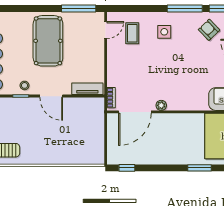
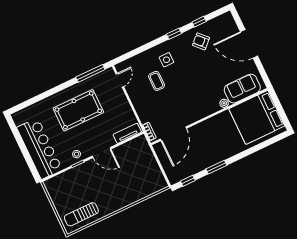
window: (185, 8) -> (174, 34), width x0.46
coffee table: (132, 33) -> (157, 81), moved
pool table: (48, 41) -> (78, 110), turned 90
plant: (161, 105) -> (224, 103), moved
window: (199, 168) -> (216, 167), moved

